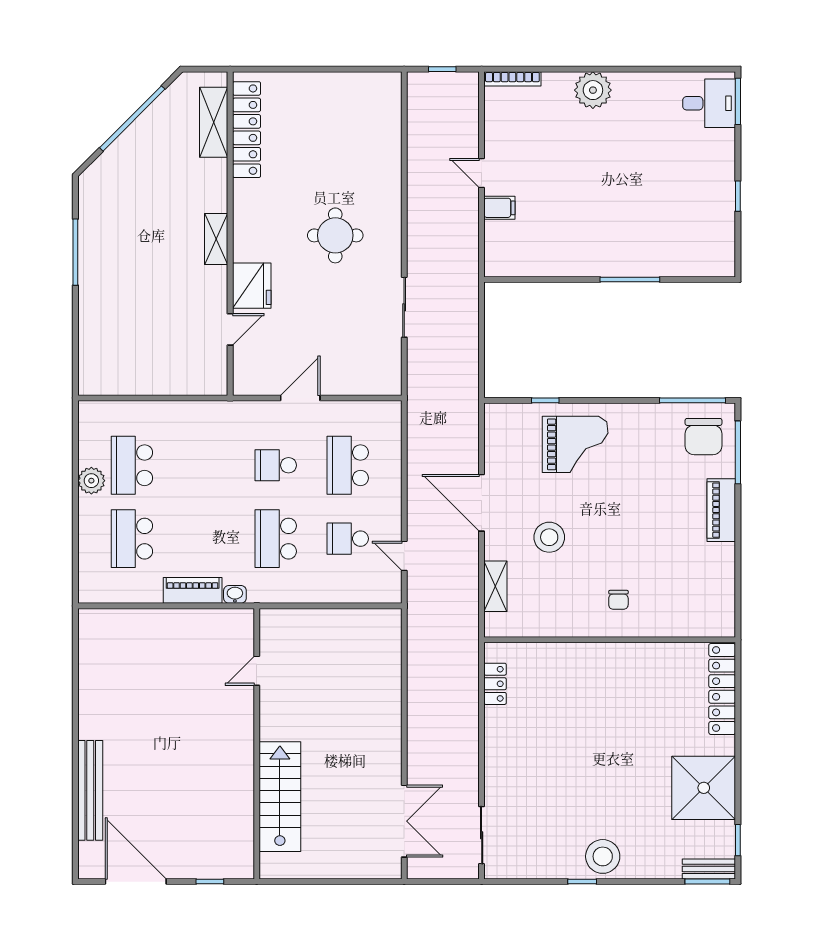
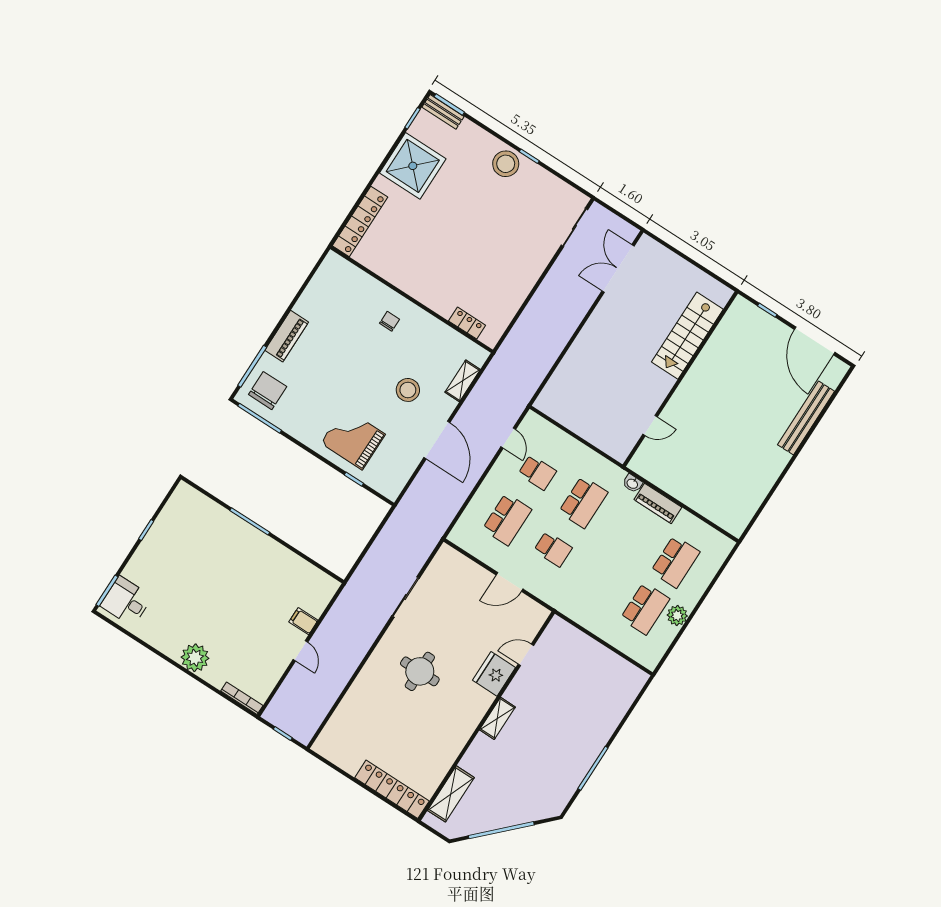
locker: (247, 130) -> (392, 789), moved, turned 90
locker: (495, 684) -> (467, 323), moved, turned 90

